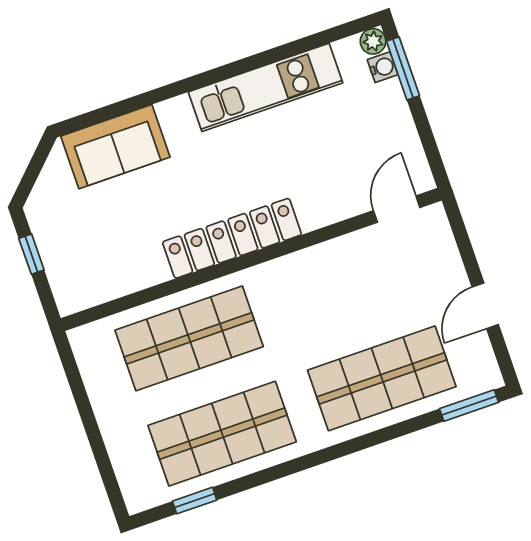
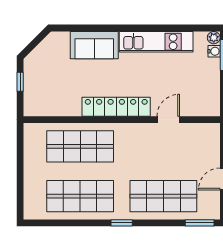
sofa: (115, 147) -> (94, 45), moved
door: (397, 209) -> (168, 120), moved
window: (195, 501) -> (122, 223), moved

